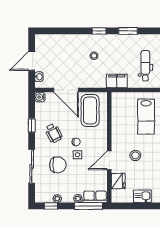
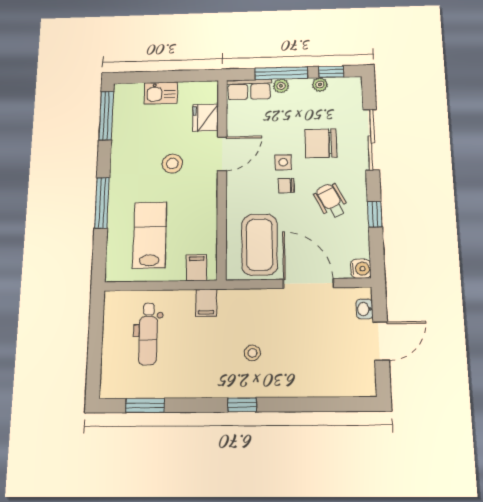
window: (128, 31) -> (145, 405), moved
filing cabinet: (117, 81) -> (206, 303), width x0.50
filing cabinet: (122, 99) -> (197, 268), added
window: (88, 206) -> (281, 73), moved

